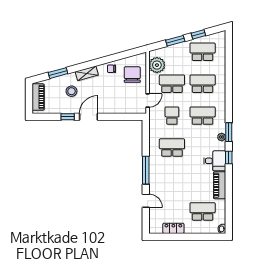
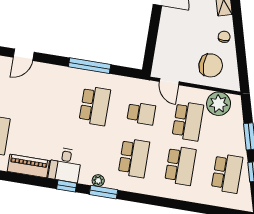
window: (146, 170) -> (90, 66), moved

